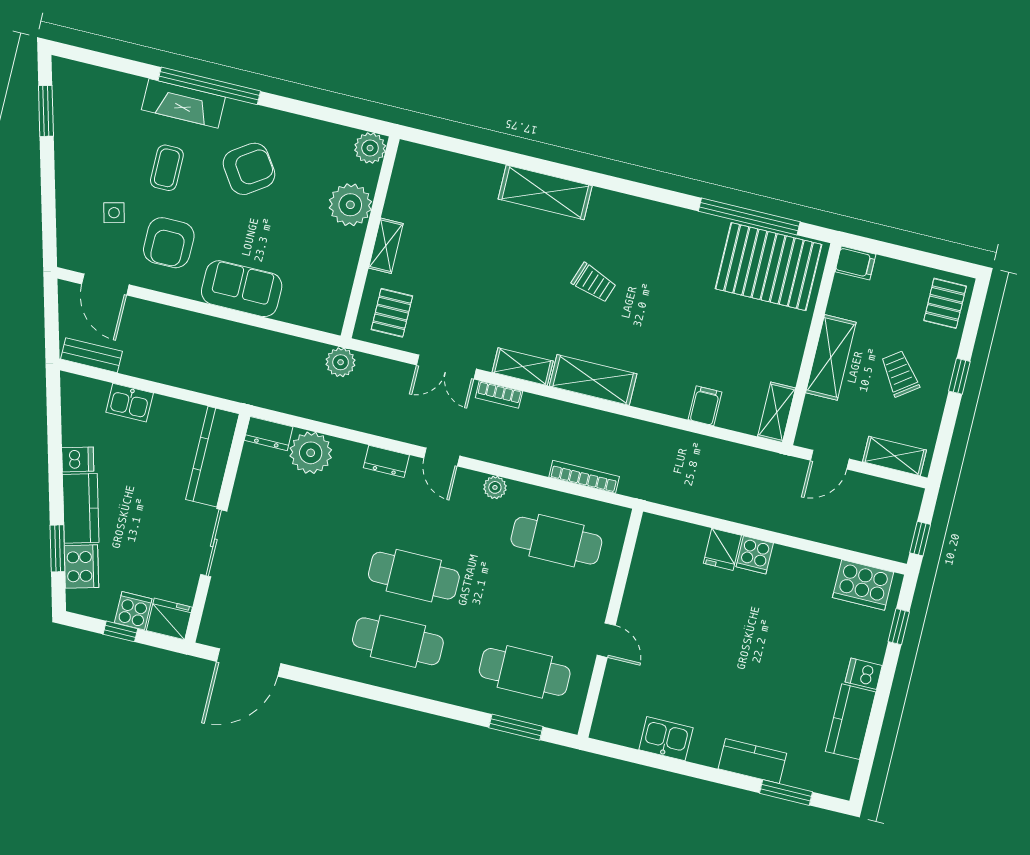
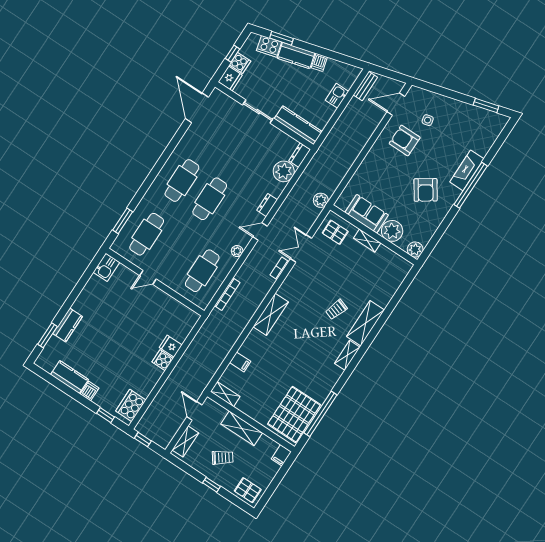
coffee table: (167, 168) -> (440, 152), removed
trolley: (594, 283) -> (336, 310), moved
sofa: (242, 289) -> (367, 214), moved, turned -90
shelving: (523, 367) -> (347, 355), moved
kitchen sink: (666, 739) -> (106, 267), moved

